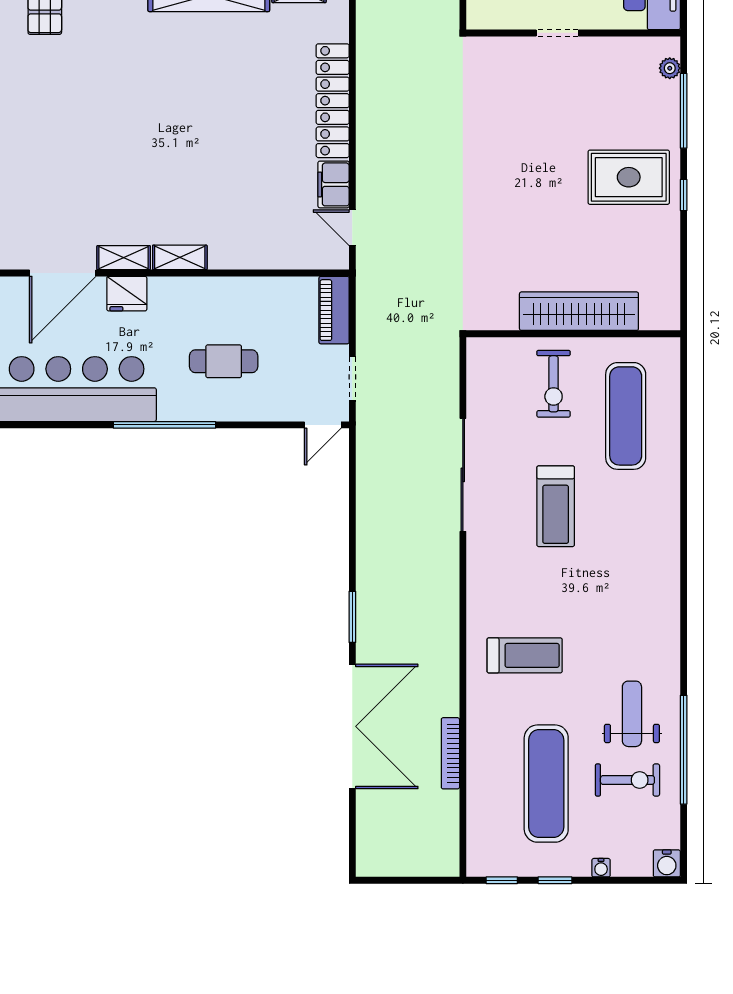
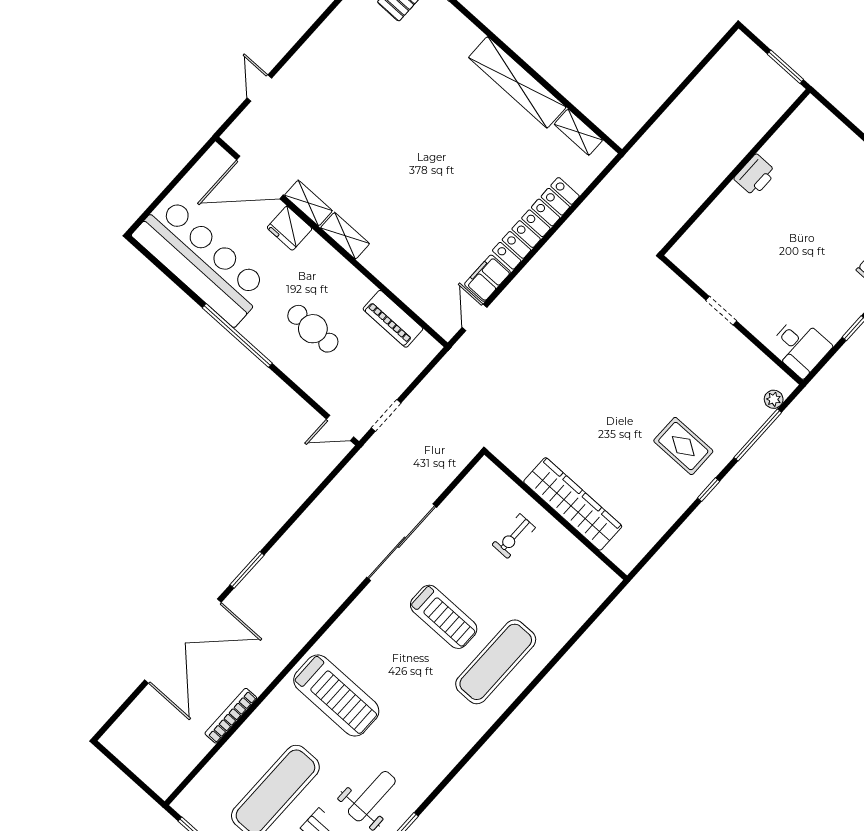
rug: (629, 177) -> (683, 446), width x0.73, depth x0.70
piano: (334, 310) -> (393, 319), moved, turned -90
exercise bike: (554, 384) -> (514, 536), width x0.73, depth x0.72
exercise mat: (626, 416) -> (496, 662), moved
treadmill: (556, 506) -> (444, 617), turned -90
treadmill: (525, 655) -> (336, 696), width x1.37, depth x1.38

